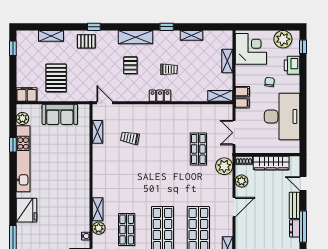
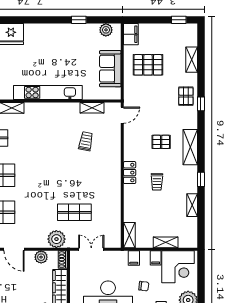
filing cabinet: (242, 103) -> (156, 258), moved
kitchen unit: (23, 159) -> (48, 92), moved, turned 180

